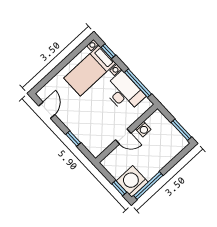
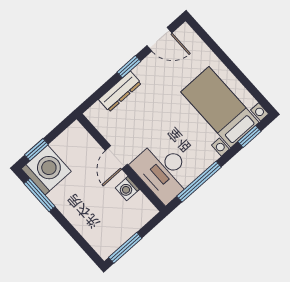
desk: (124, 93) -> (163, 171), moved, turned 90
dresser: (81, 135) -> (120, 91), added
window: (73, 139) -> (129, 67), moved
window: (148, 186) -> (39, 195), width x0.69

